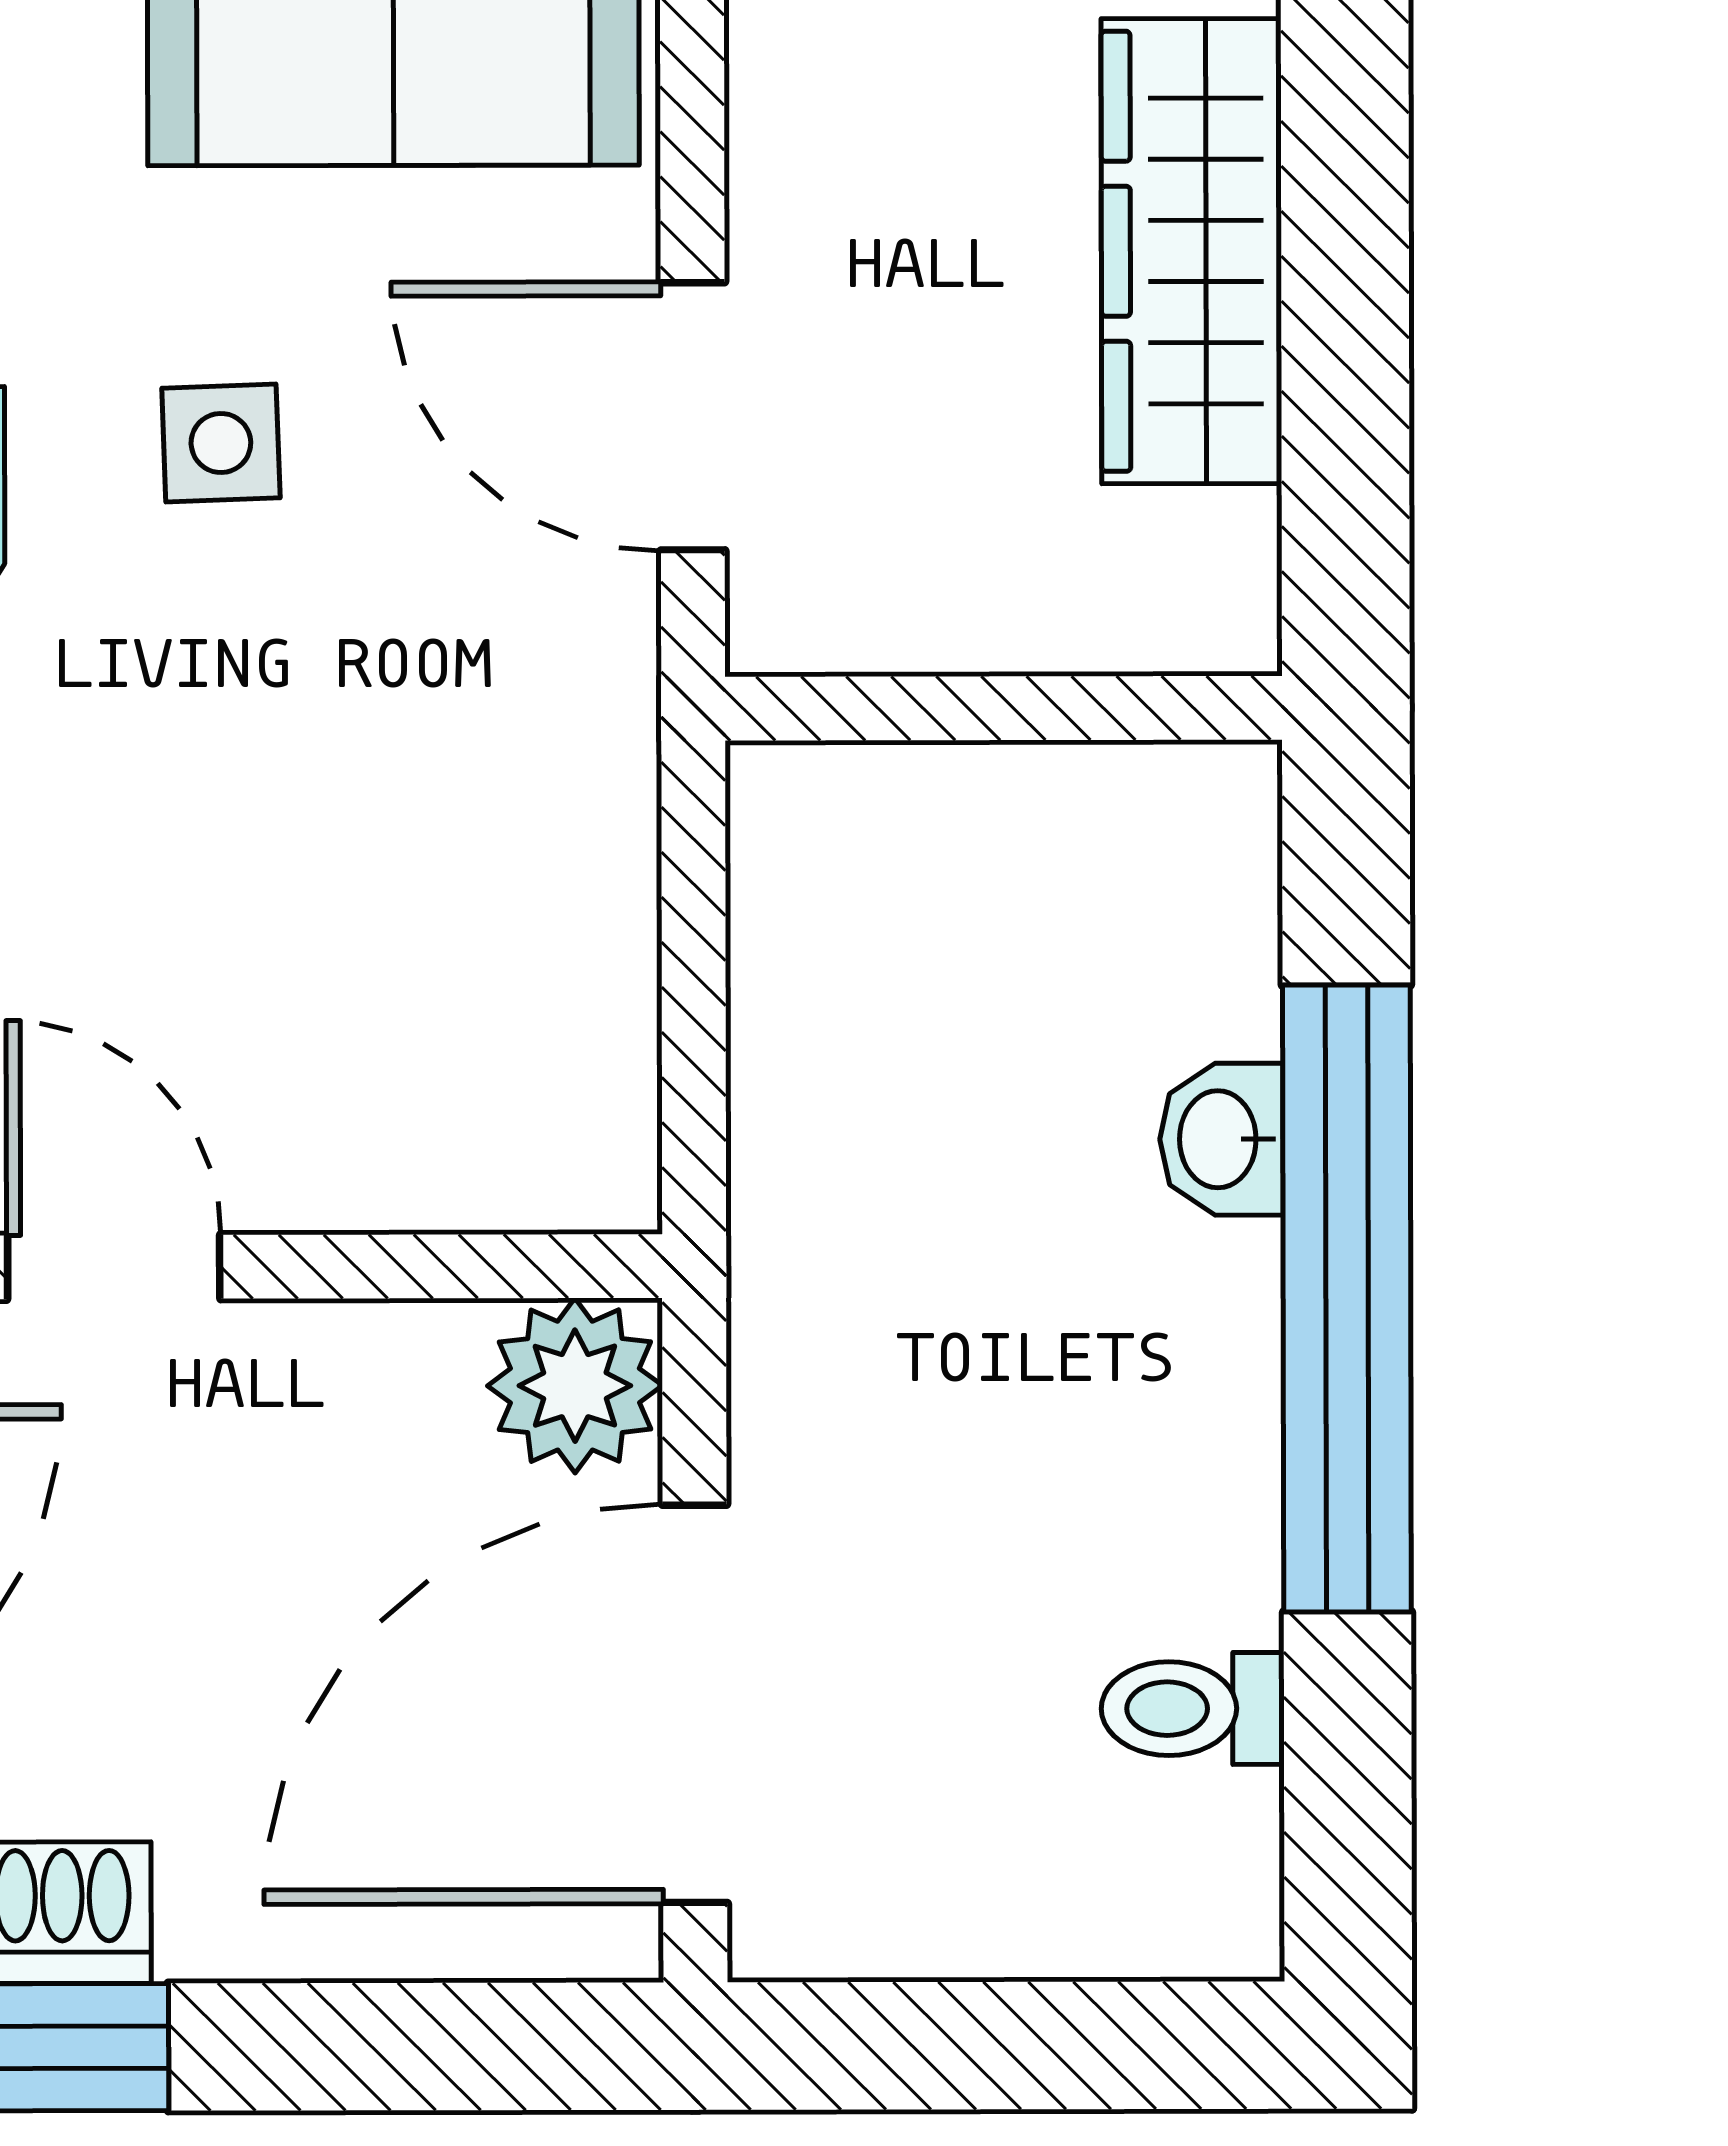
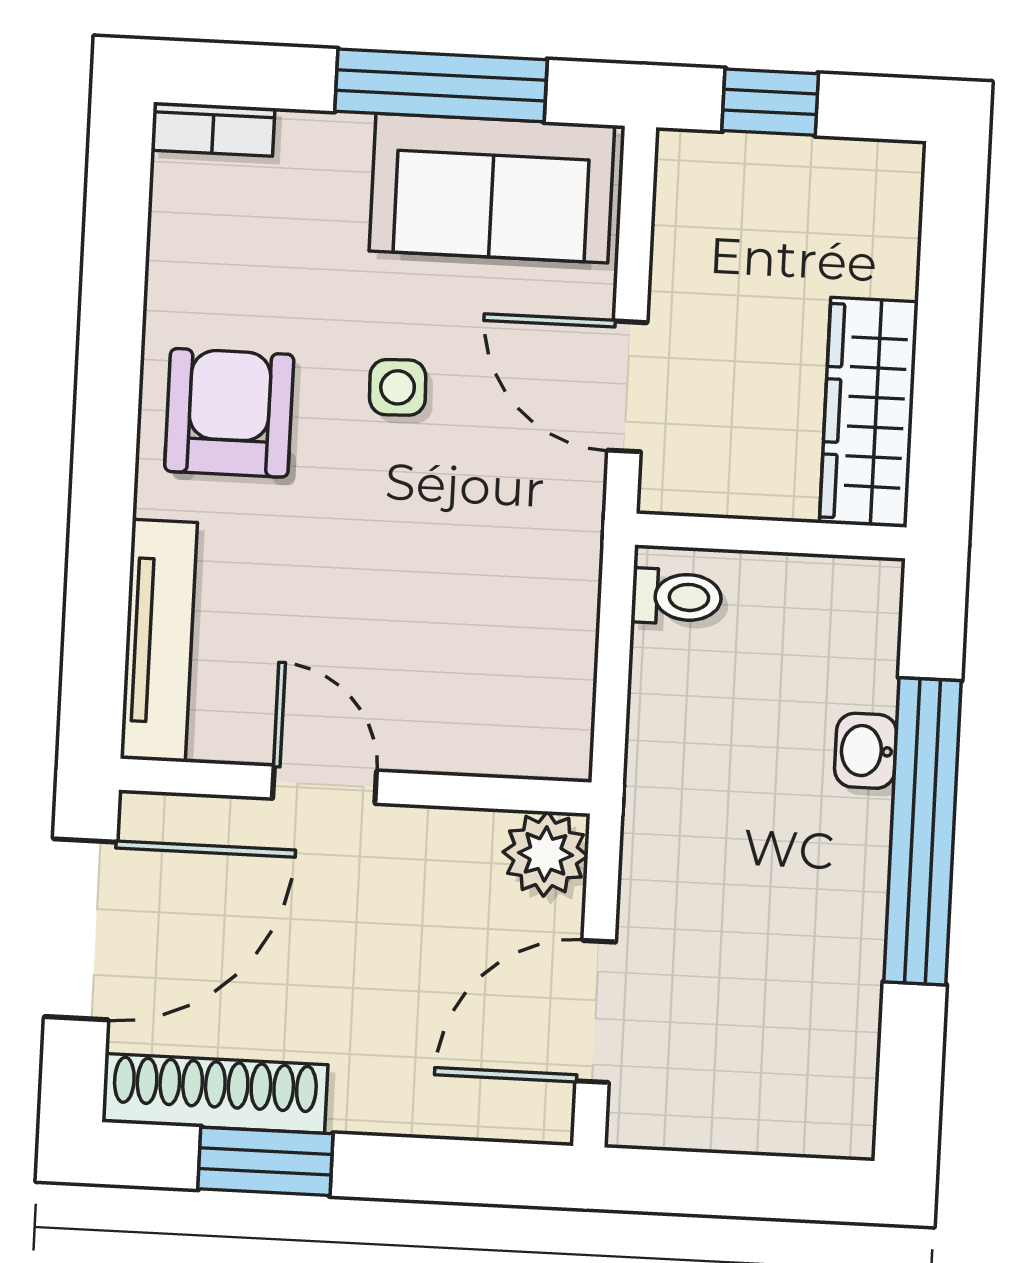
wardrobe: (1191, 251) -> (869, 412), moved
door: (695, 1704) -> (596, 1012), width x0.73
toilet: (1193, 1709) -> (677, 597), moved, turned 180

